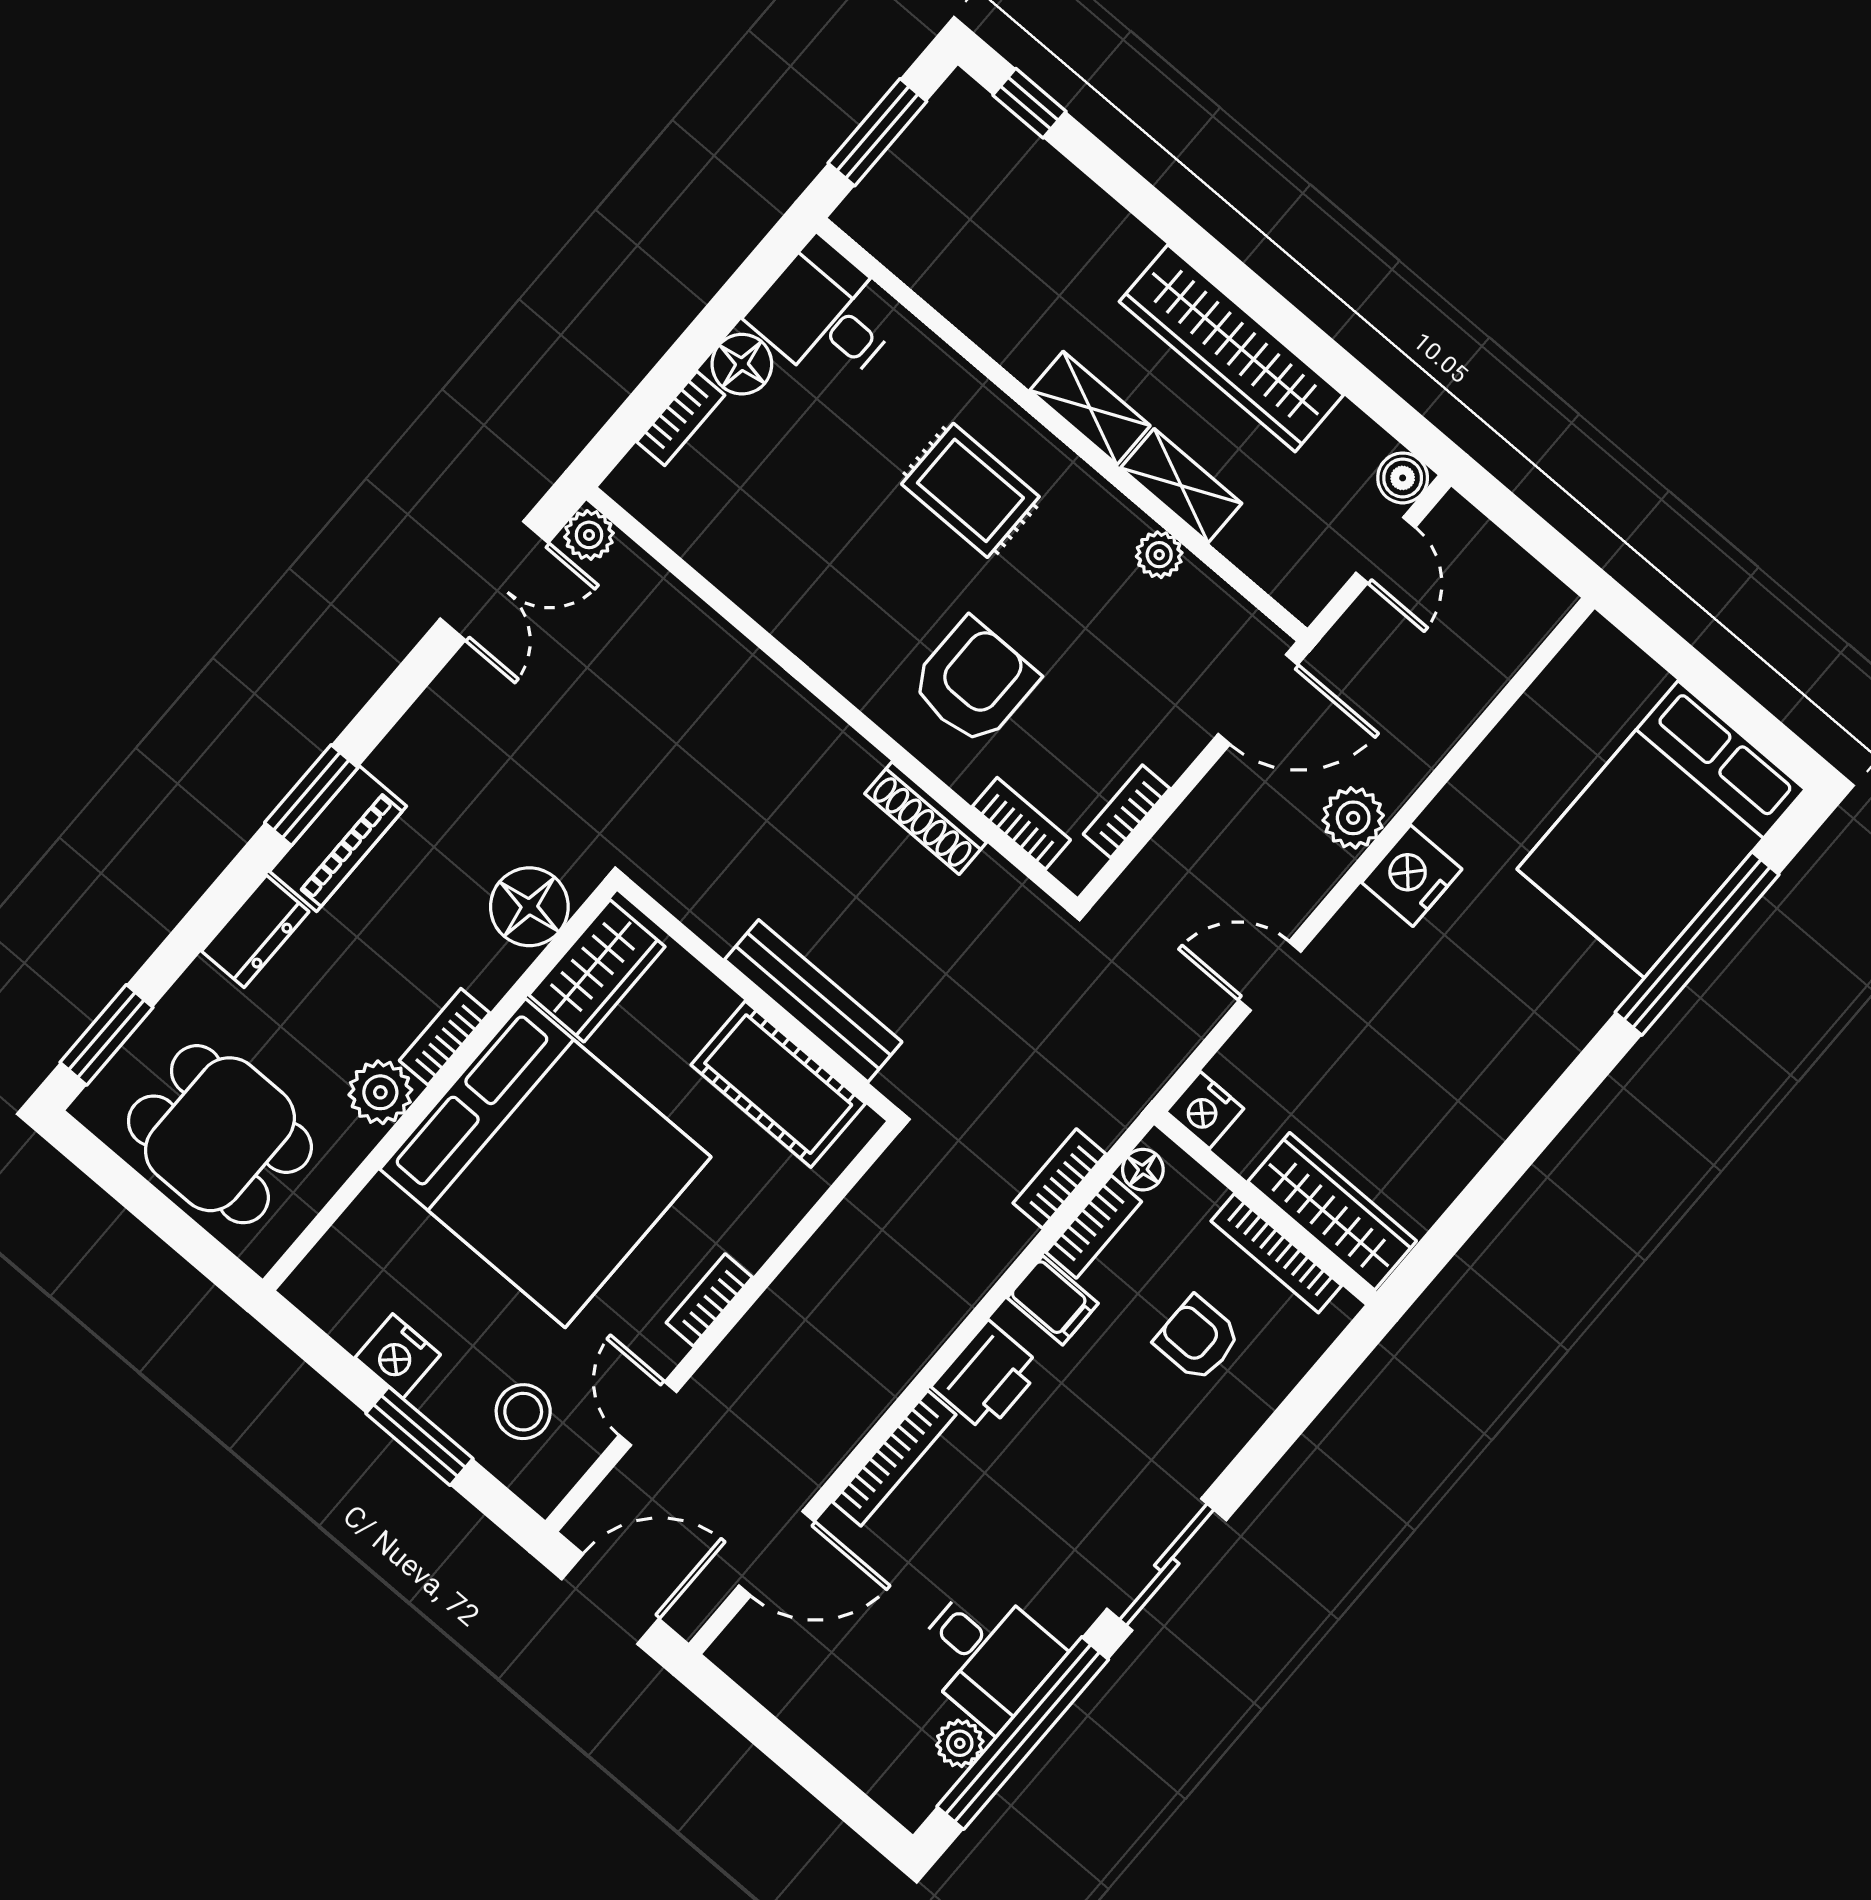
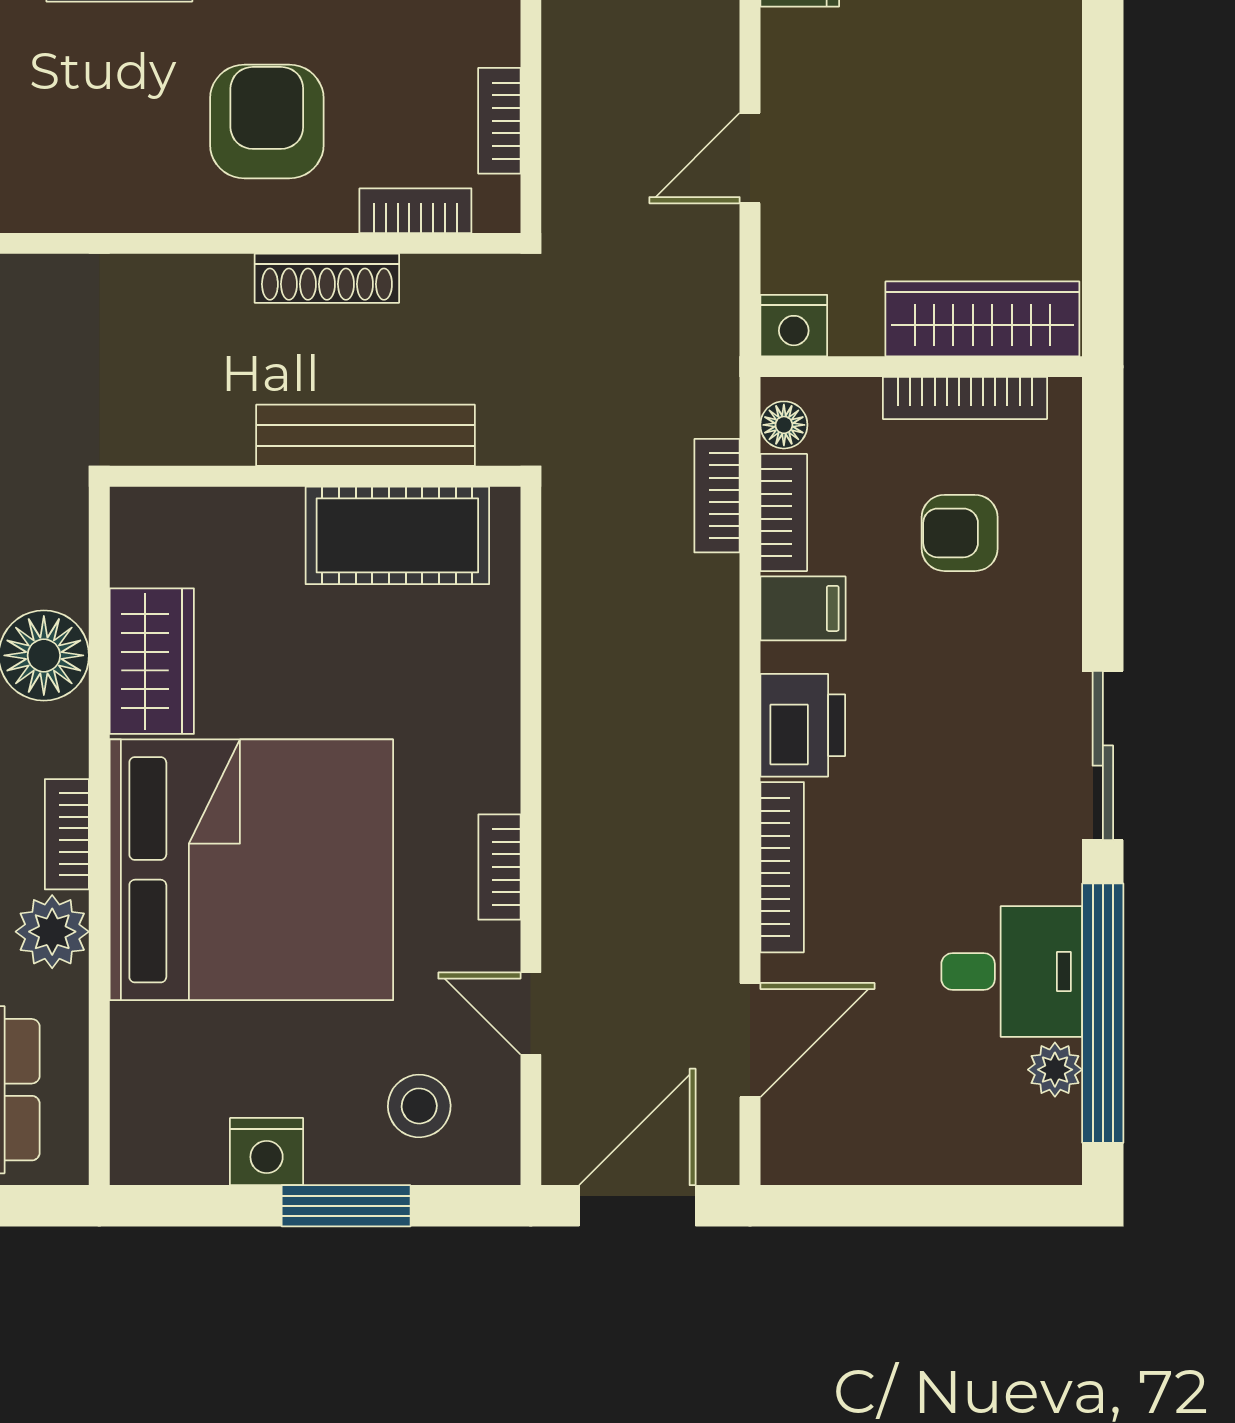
wall: (757, 999) -> (315, 476), moved
bench: (813, 1001) -> (366, 435), moved
cot: (778, 1084) -> (397, 535), moved

